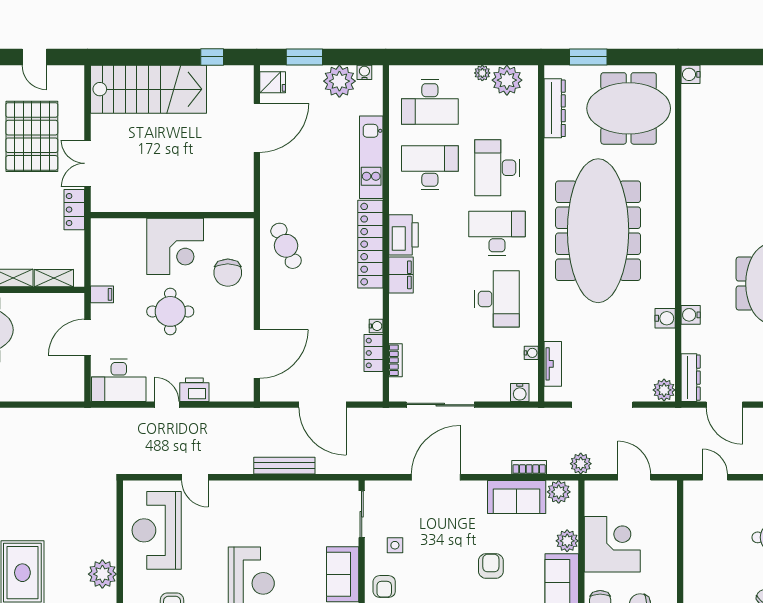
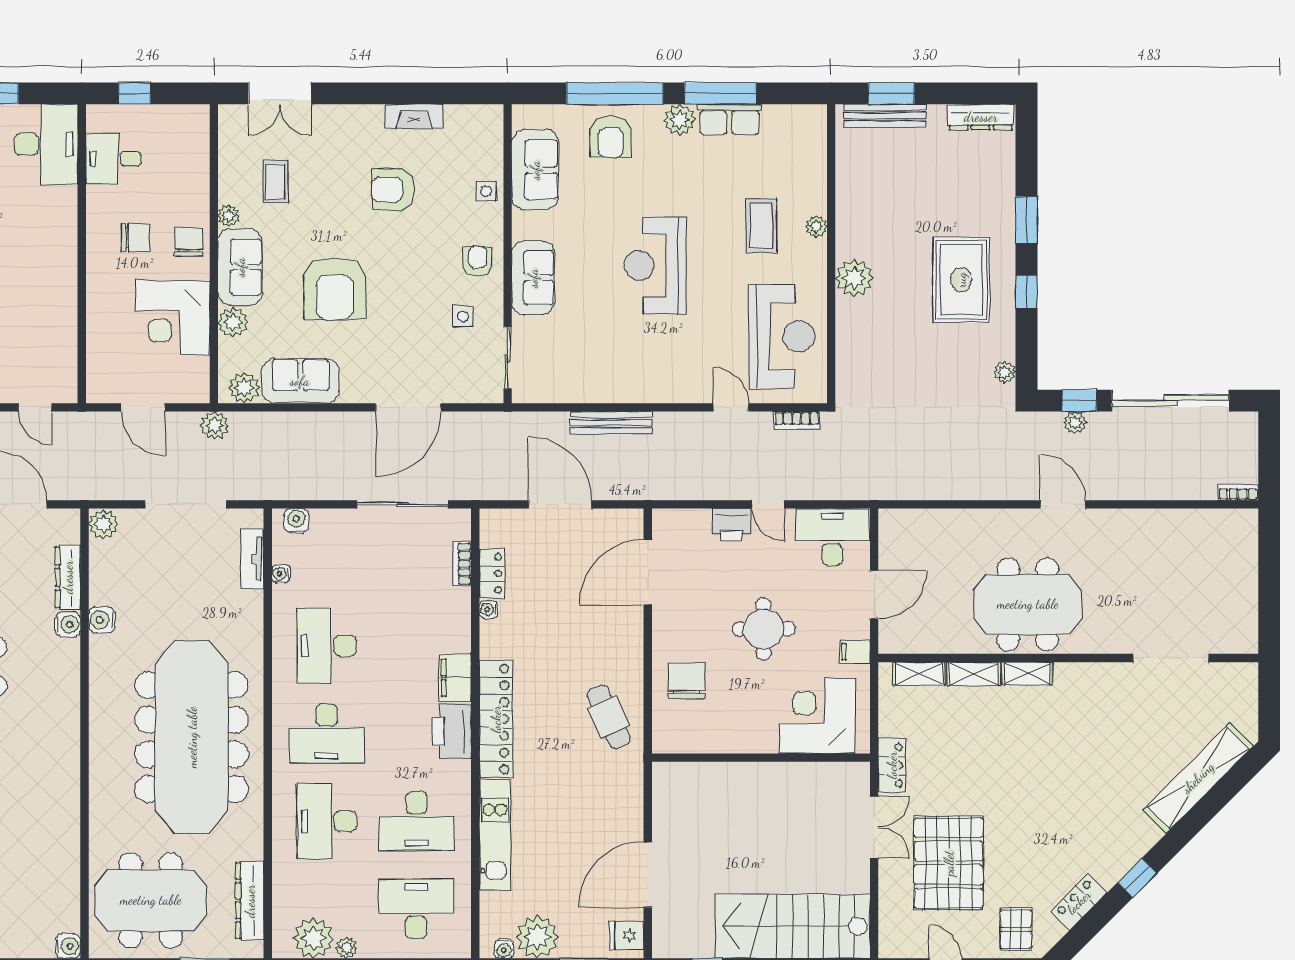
desk: (497, 168) -> (327, 821), turned 180
corner desk: (175, 246) -> (817, 716), moved
dresser: (691, 378) -> (68, 577), moved
bookcase: (529, 467) -> (797, 421), moved
armchair: (491, 566) -> (335, 289), width x1.88, depth x1.88

